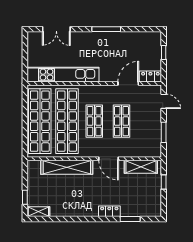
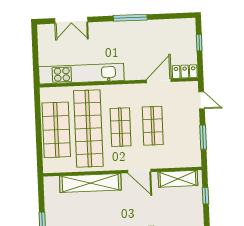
shop shelf: (40, 121) -> (56, 130), width x0.71

